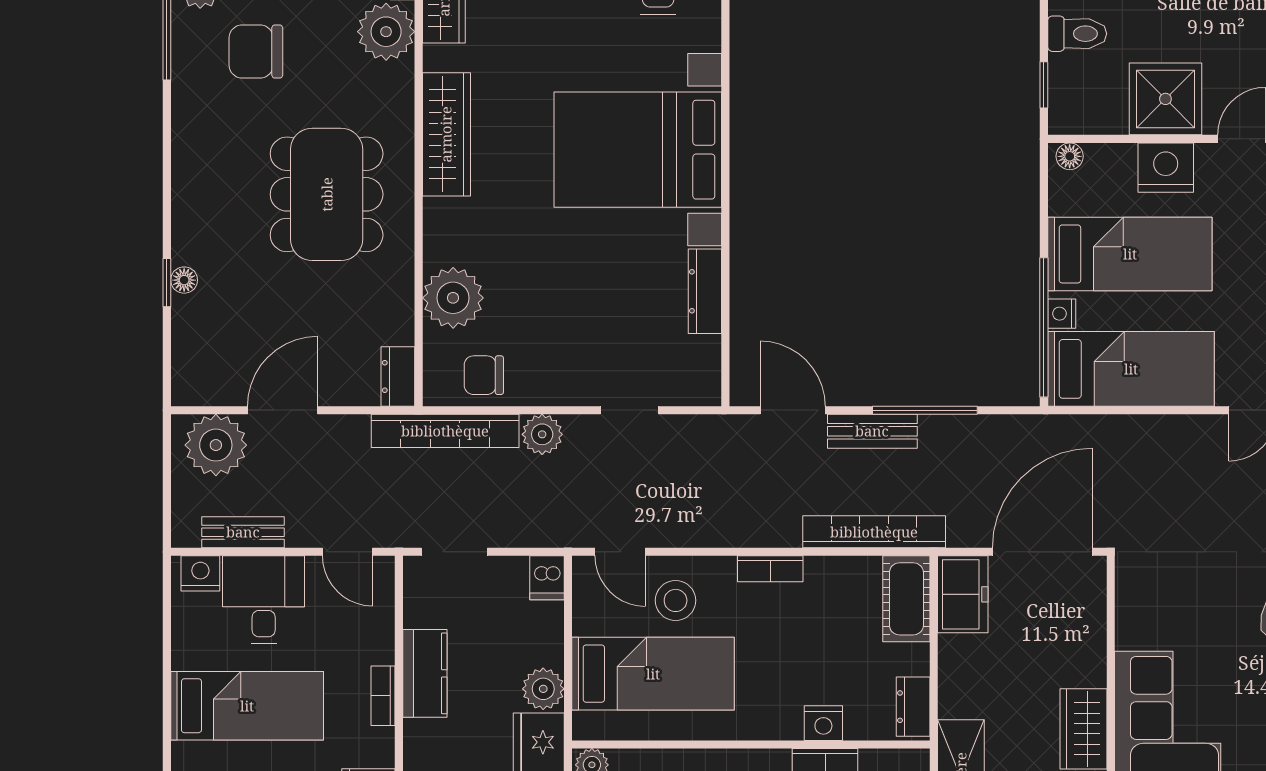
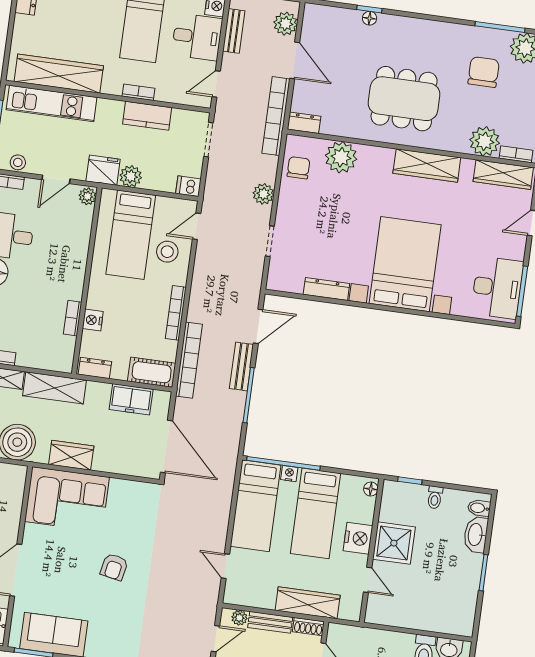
toilet: (1077, 34) -> (435, 497), width x0.73, depth x0.72
bookcase: (445, 431) -> (276, 116), moved
plant: (216, 445) -> (285, 24), width x0.73, depth x0.73
bookcase: (770, 569) -> (176, 313), width x1.56
freezer: (963, 594) -> (131, 399), moved

